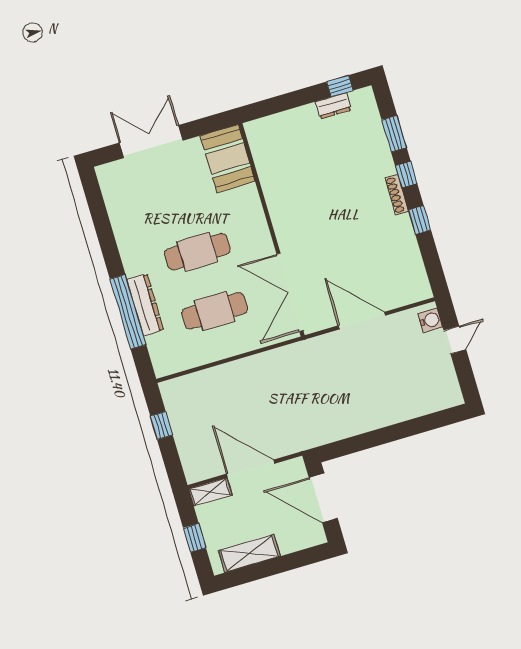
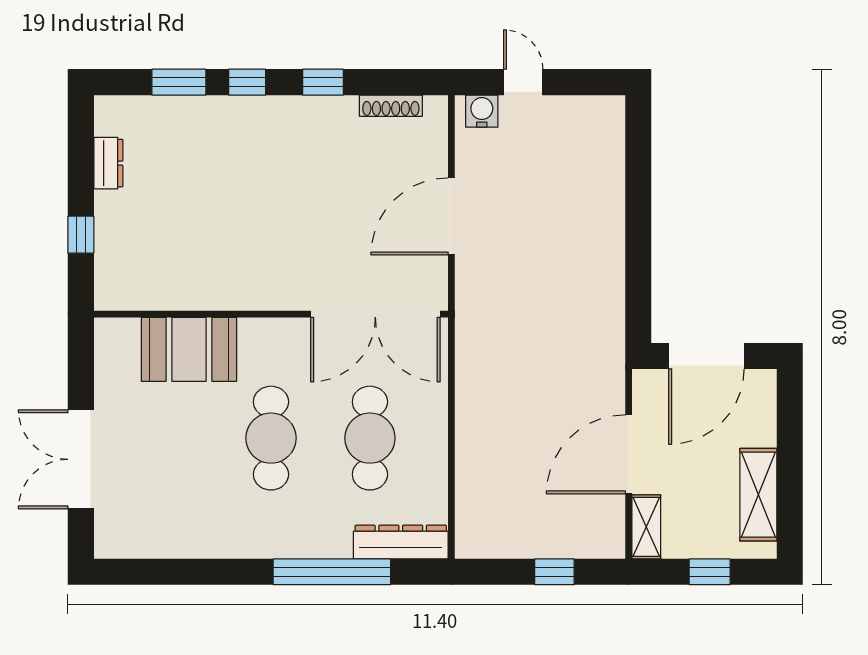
window: (340, 86) -> (81, 235), moved
booth: (228, 158) -> (189, 349), moved
shoe rack: (397, 195) -> (391, 106), moved
dresser: (145, 305) -> (401, 542), moved
window: (161, 425) -> (554, 572), moved

